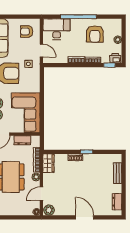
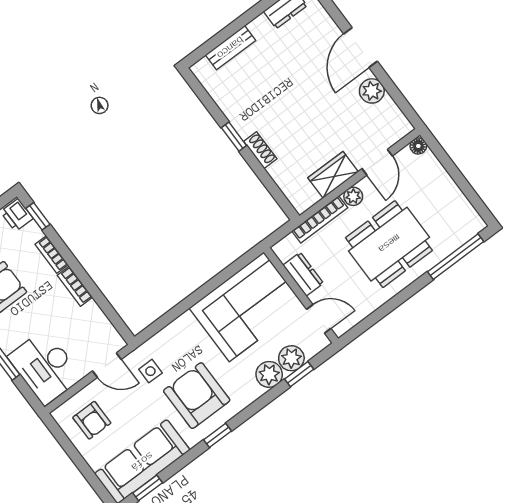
door: (41, 51) -> (107, 365), swing flipped
wardrobe: (48, 163) -> (333, 175), moved
door: (41, 194) -> (377, 162), hinge flipped
plant: (49, 210) -> (372, 91), moved

